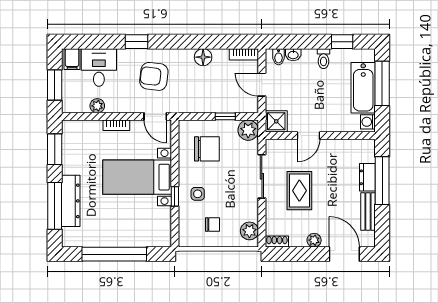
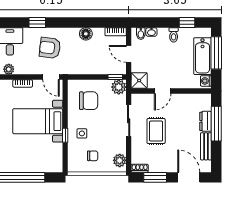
window: (225, 116) -> (115, 77), moved
plant: (314, 240) -> (167, 167), removed
window: (298, 254) -> (155, 177), added

